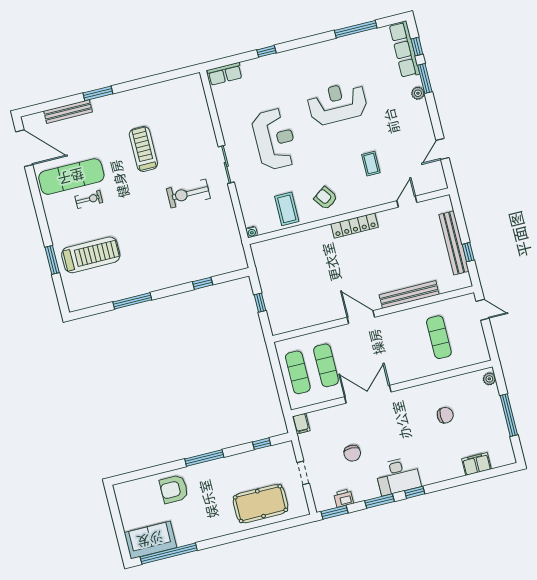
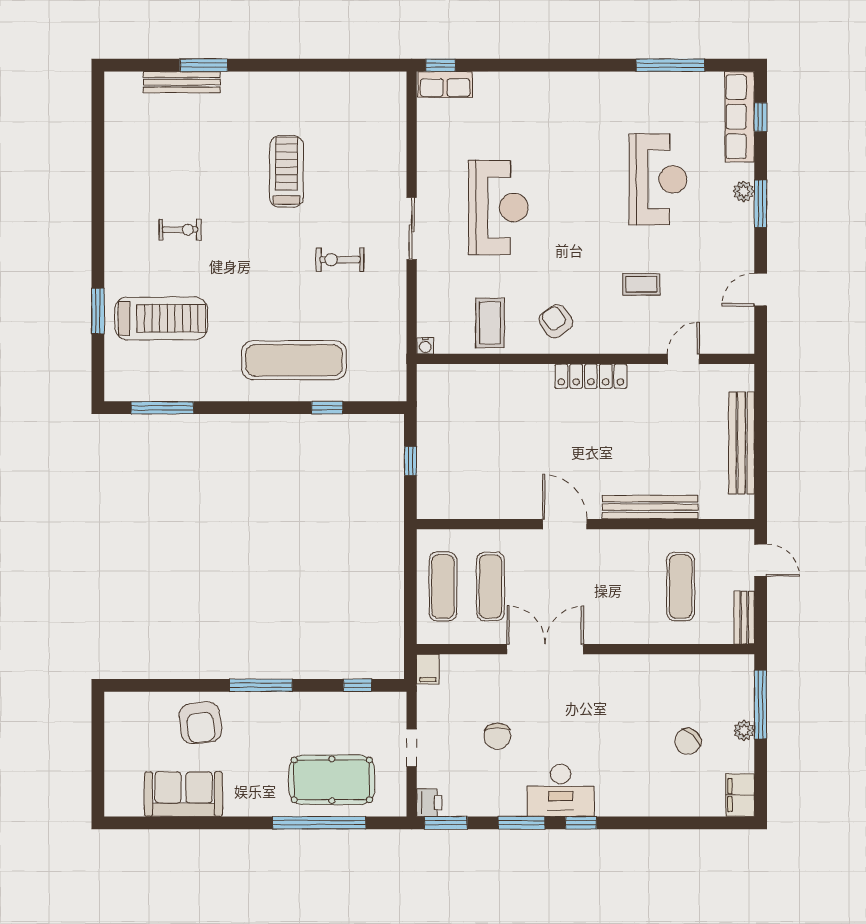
window: (266, 51) -> (441, 65), moved
window: (425, 79) -> (761, 204), moved
window: (98, 93) -> (204, 65), moved
reception desk: (337, 103) -> (658, 179), moved, turned 90
door: (24, 148) -> (98, 123), removed
coffee table: (371, 164) -> (641, 284), turned 90
exercise mat: (71, 177) -> (294, 360), moved
exercise bike: (188, 194) -> (340, 260), width x0.73, depth x0.72
window: (468, 252) -> (761, 463), removed
window: (132, 301) -> (162, 408), moved
bench: (481, 346) -> (744, 618), added
plant: (489, 379) -> (744, 730), moved
chair: (445, 415) -> (688, 742), moved, turned 133
window: (509, 415) -> (761, 705), moved
filing cabinet: (476, 464) -> (740, 795), moved, turned -90
armchair: (174, 489) -> (200, 723), turned -97
printer: (344, 498) -> (429, 803), moved, turned 90
sofa: (150, 540) -> (183, 794), moved
window: (169, 554) -> (319, 823), moved

